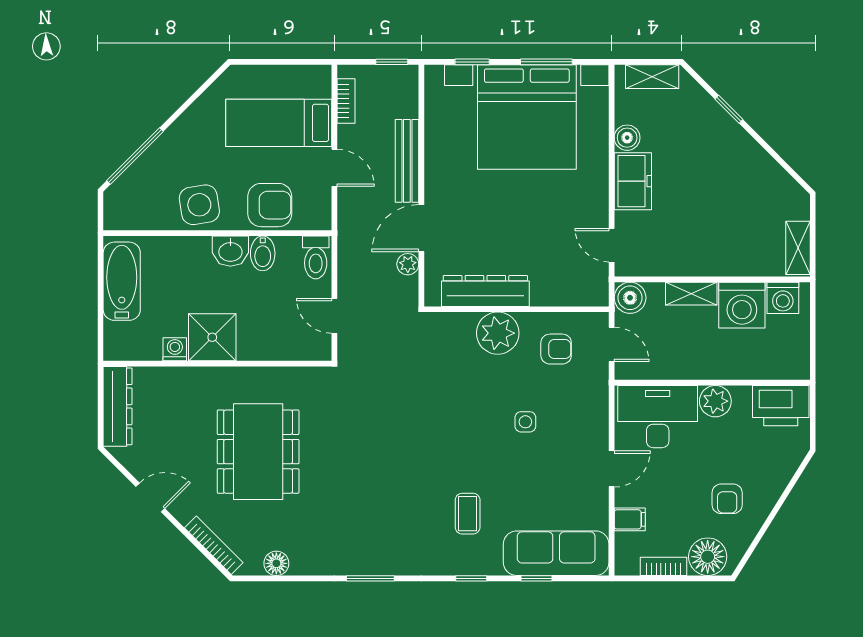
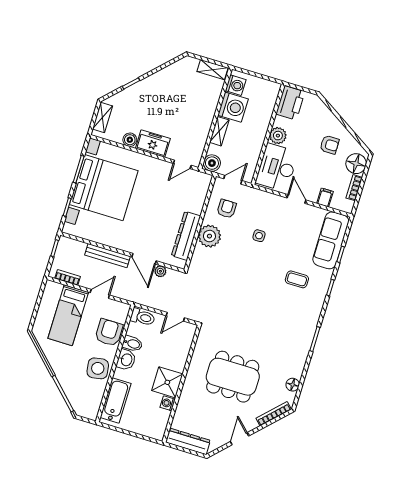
bathtub: (122, 281) -> (116, 401), moved, turned 90

